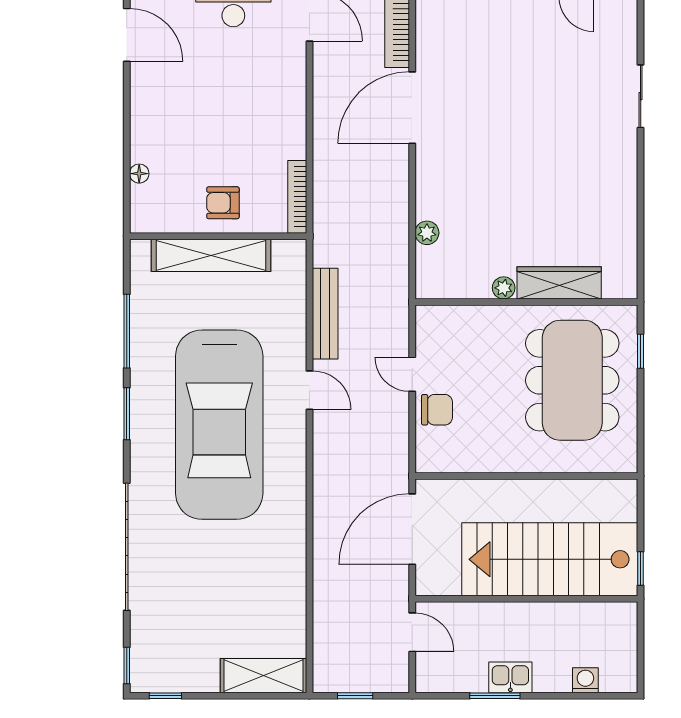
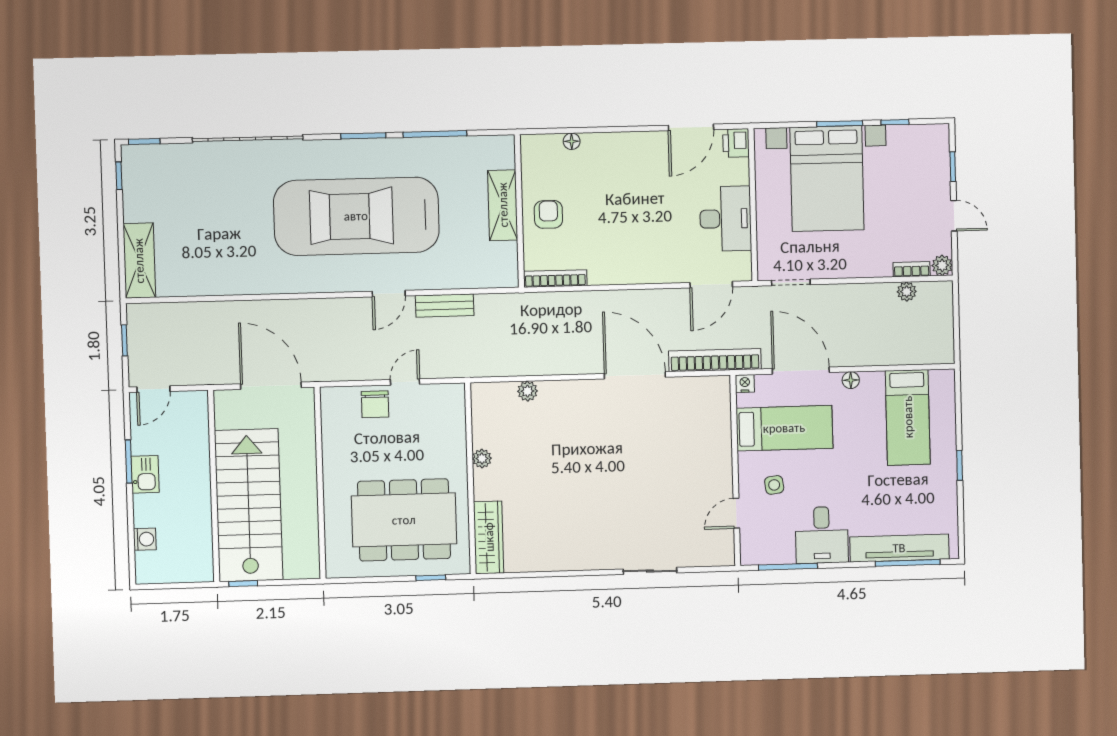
shelving: (211, 255) -> (503, 205), width x0.68
wardrobe: (559, 283) -> (489, 537), moved
bench: (325, 314) -> (445, 306), width x0.73
door: (412, 632) -> (153, 389), moved

